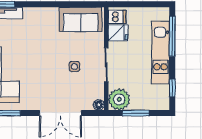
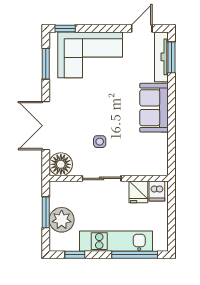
sofa: (81, 19) -> (154, 108), moved
plant: (119, 99) -> (62, 220), moved
floor lamp: (99, 105) -> (61, 164), width x1.89, depth x1.89

